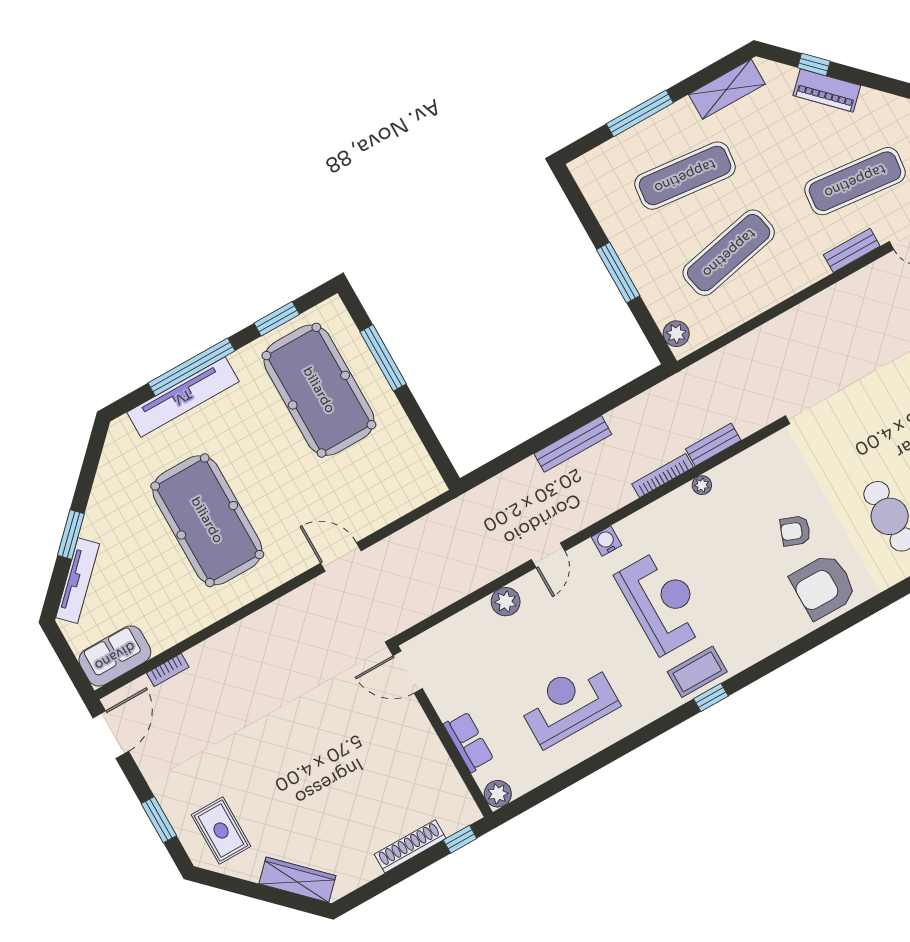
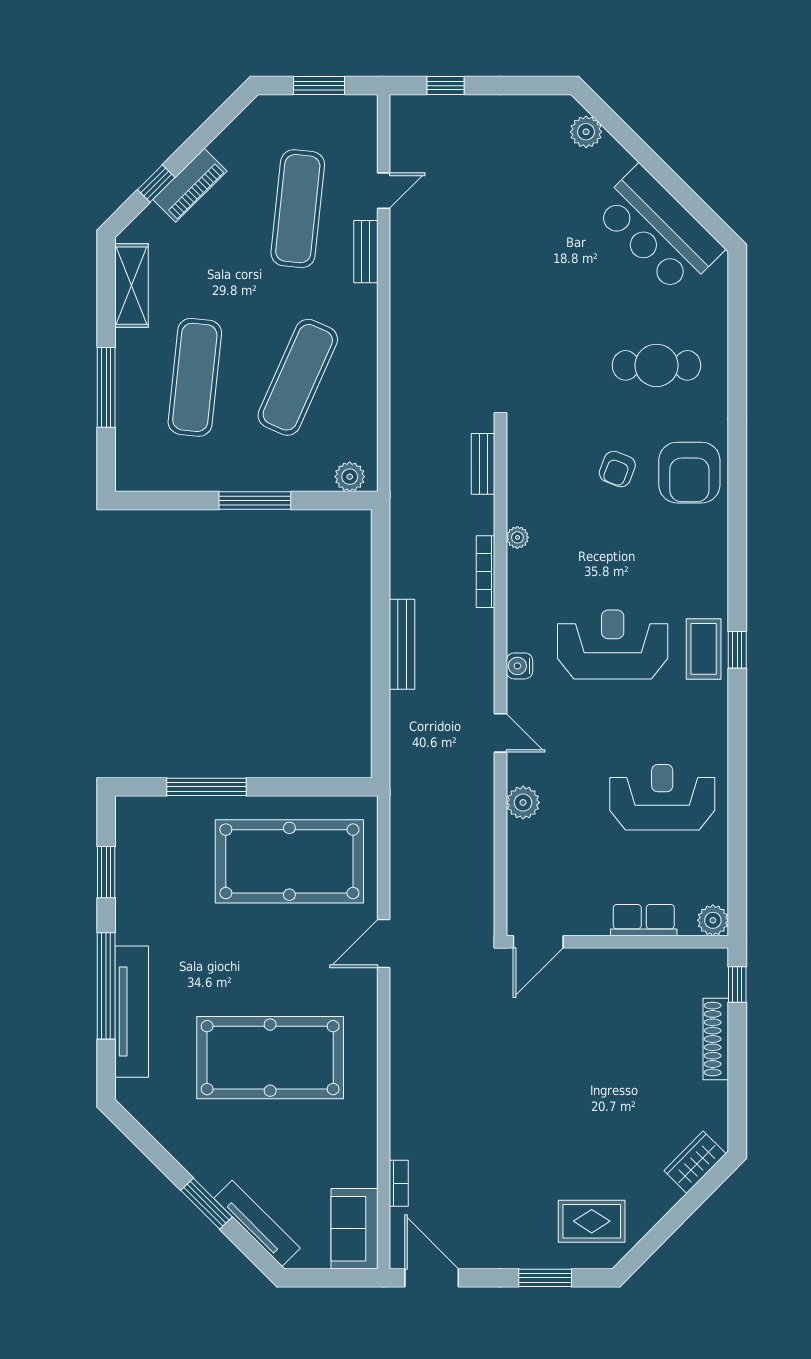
exercise mat: (729, 253) -> (298, 377), turned 36
pool table: (319, 390) -> (289, 861), moved
bench: (713, 445) -> (483, 464), moved
reception desk: (569, 704) -> (662, 797), turned 90
wardrobe: (297, 880) -> (695, 1162), width x0.67

